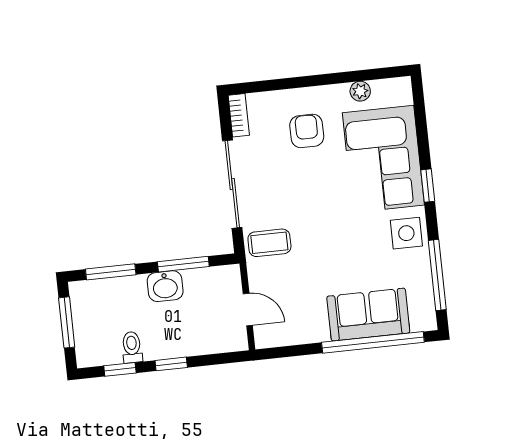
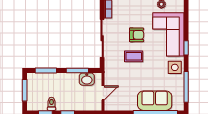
armchair: (307, 131) -> (137, 35), moved, turned 90
coffee table: (269, 243) -> (134, 56), moved
washbasin: (165, 286) -> (87, 79), moved
door: (248, 310) -> (103, 93), hinge flipped

